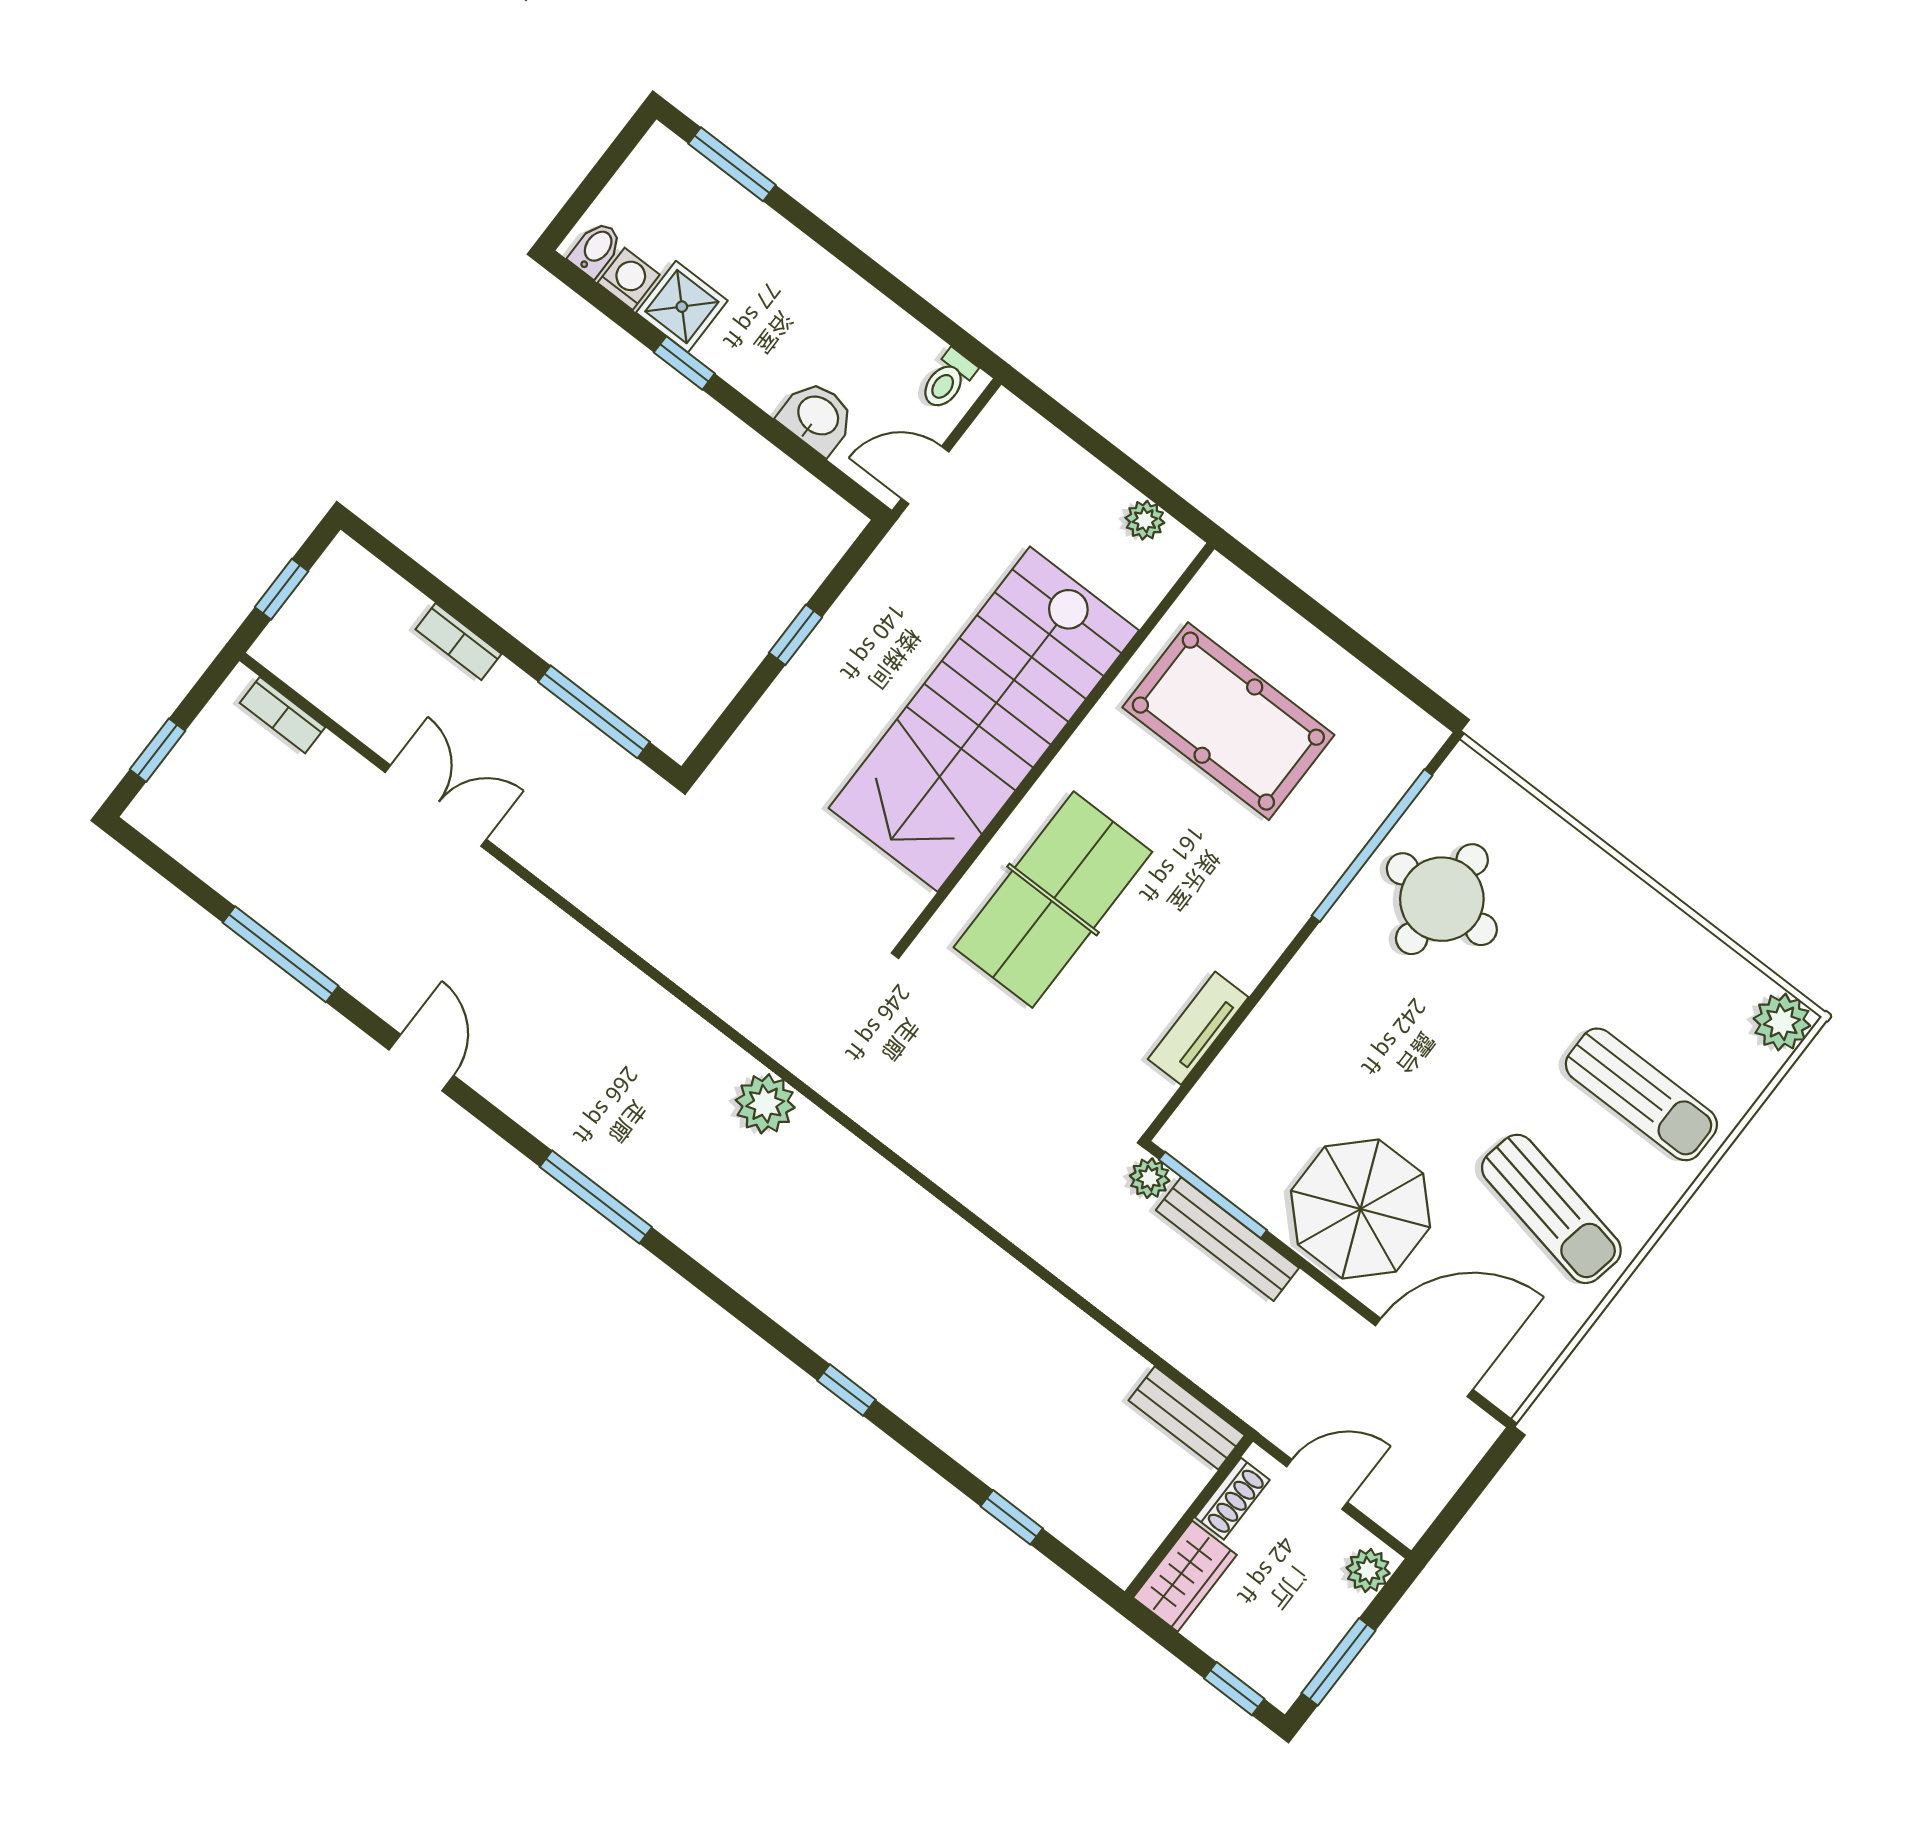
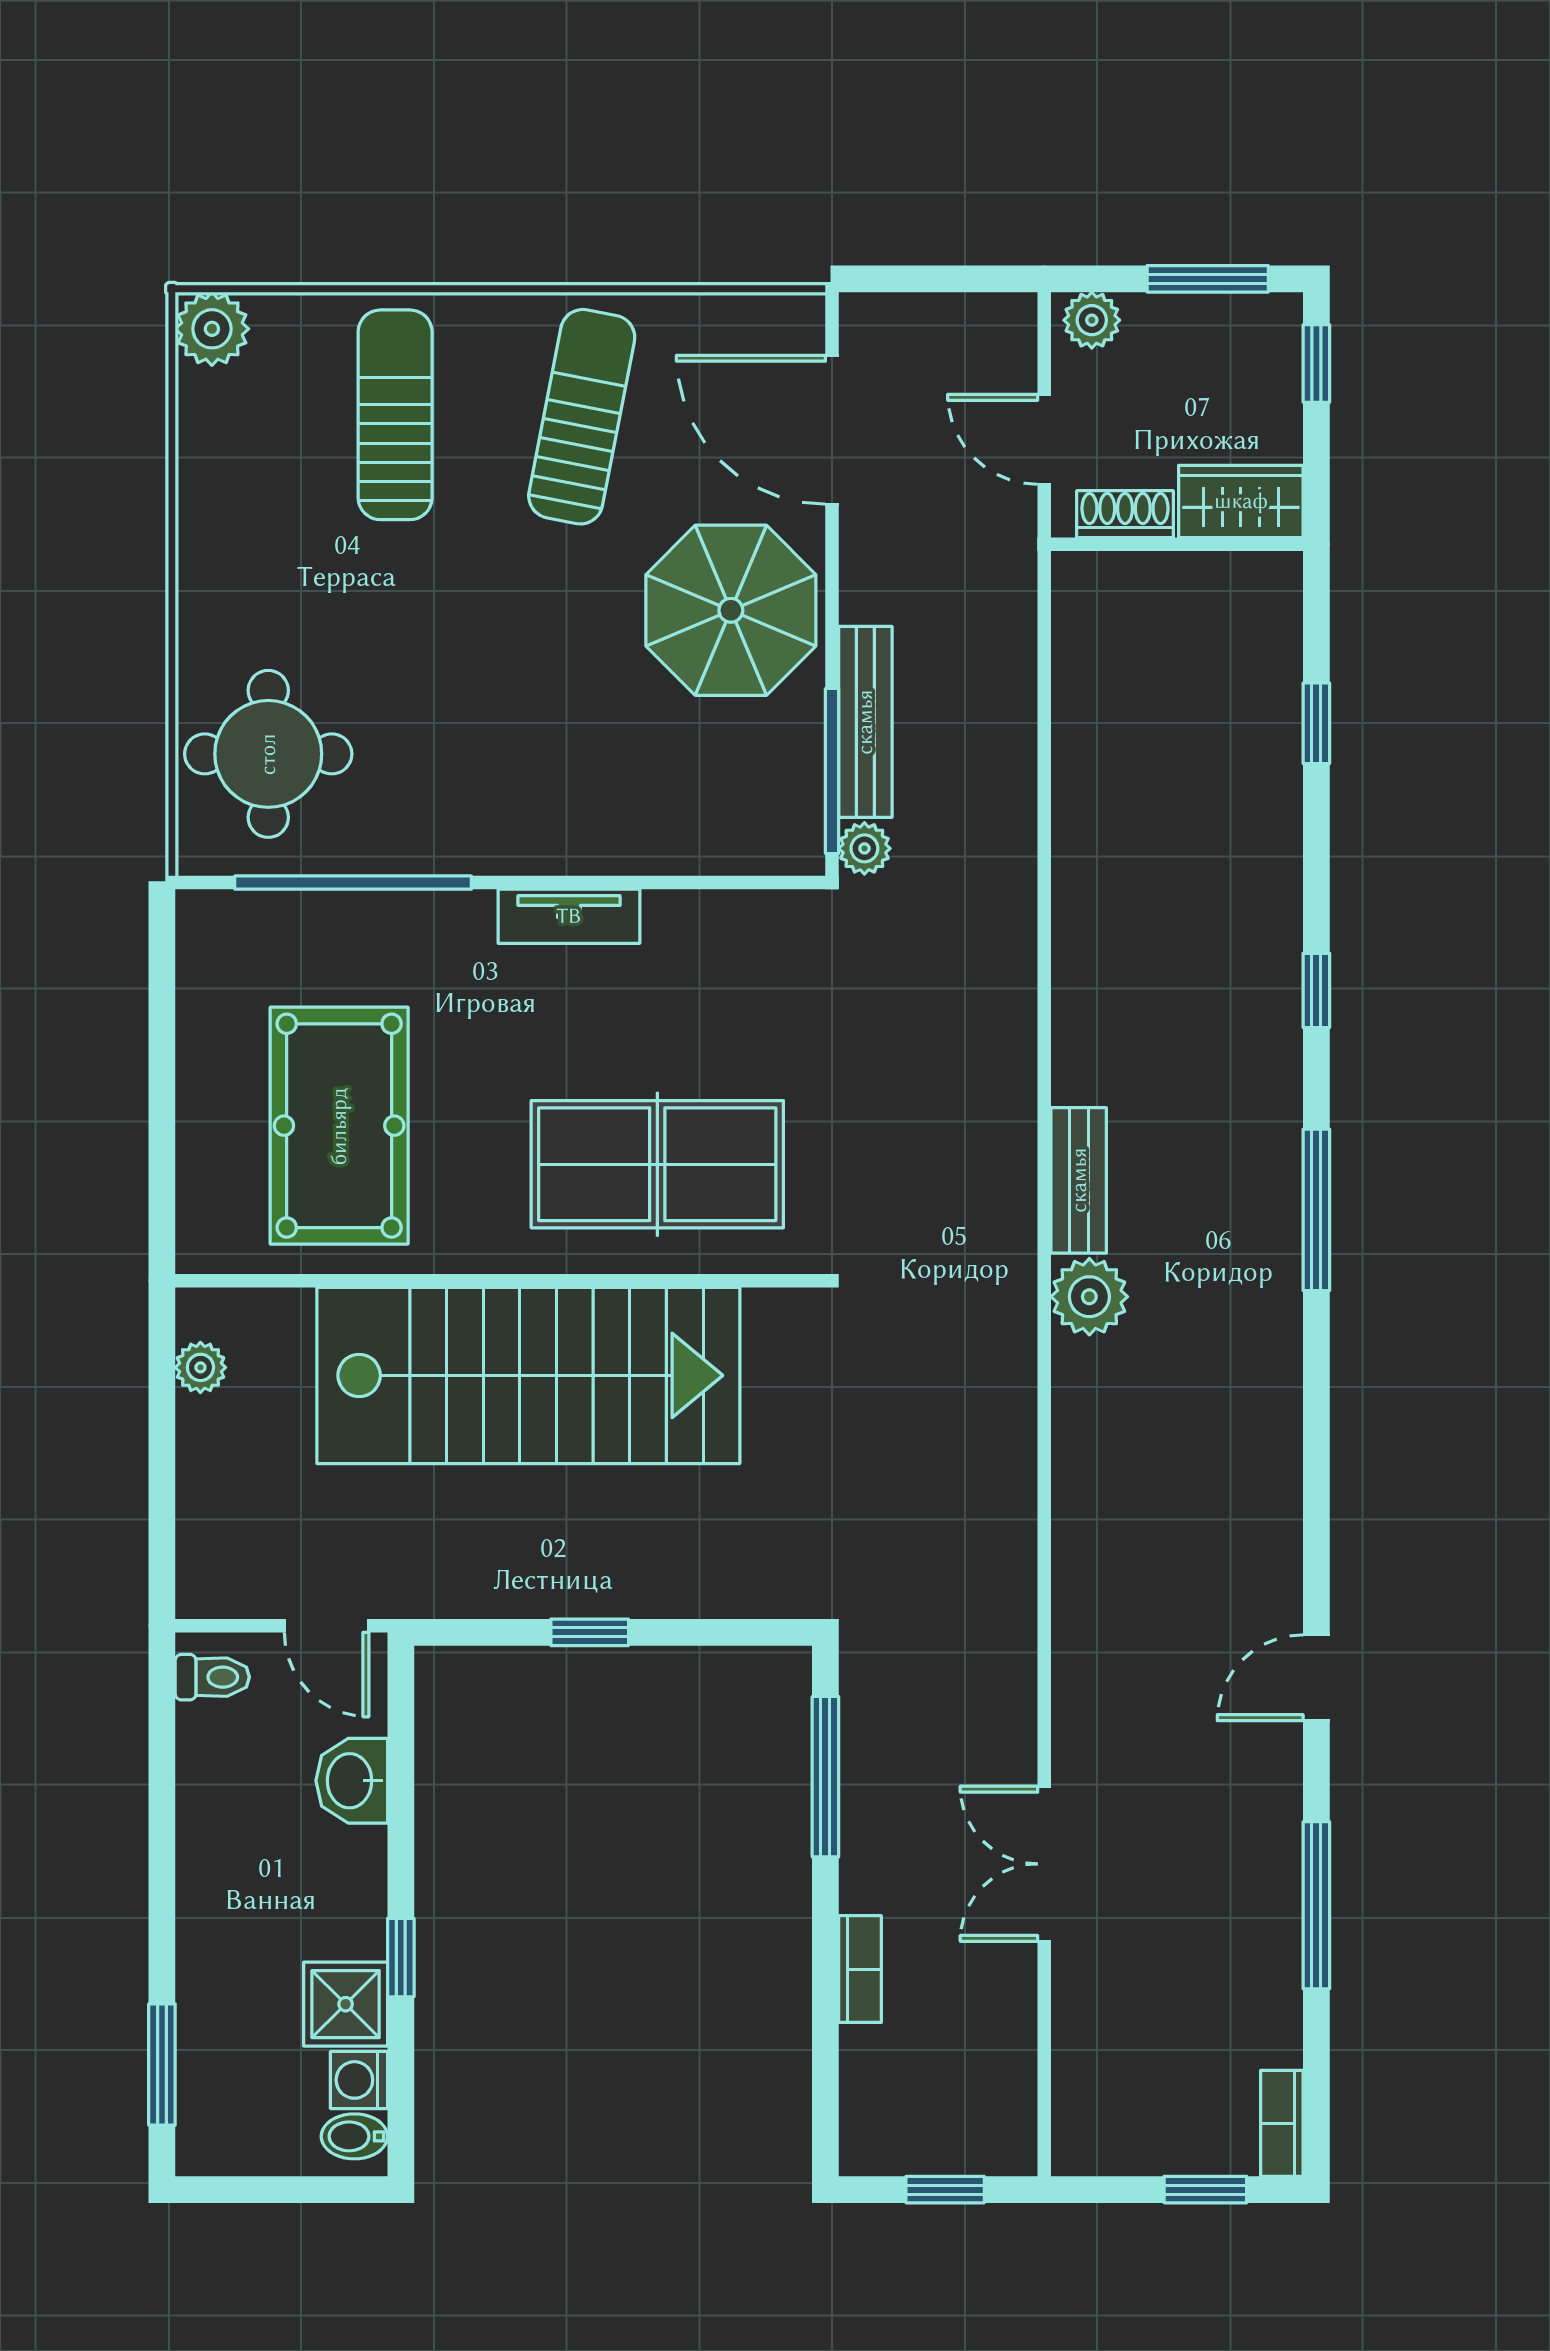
bookcase: (282, 715) -> (1282, 2123), moved, turned 180
round table: (1442, 899) -> (268, 754), moved
tv unit: (1198, 1028) -> (569, 916), moved
window: (596, 1197) -> (1316, 1210), moved
bench: (1187, 1418) -> (1079, 1180), moved

